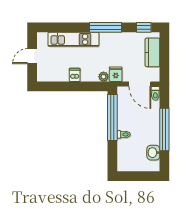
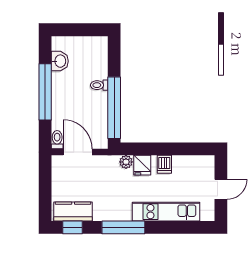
kitchen counter: (152, 52) -> (73, 212), moved, turned -90
fridge: (116, 74) -> (142, 165), moved

